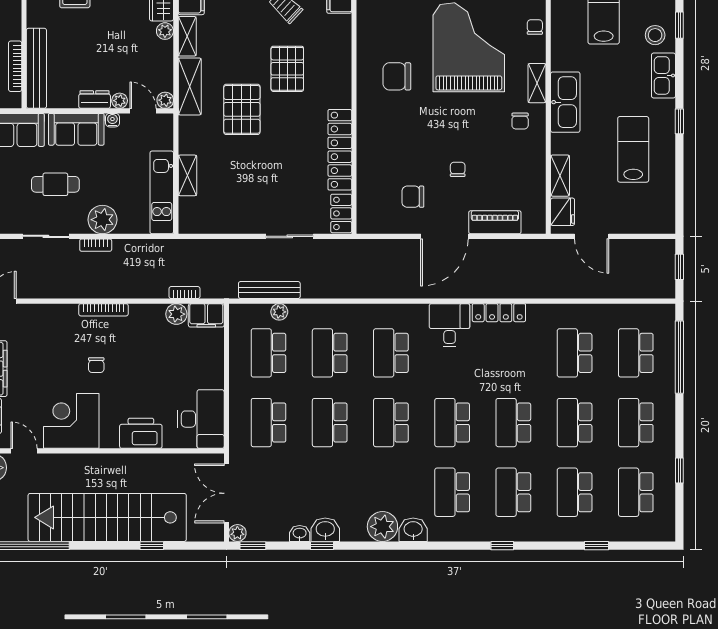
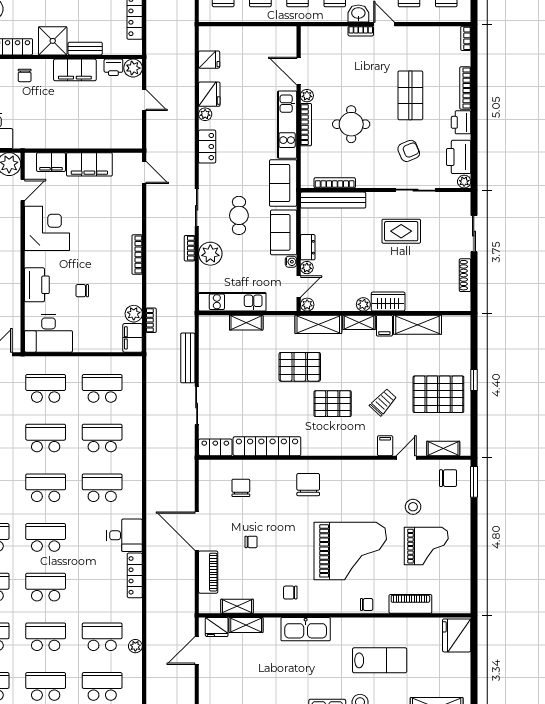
chair: (397, 76) -> (308, 485), moved
shelving: (537, 83) -> (237, 606), moved
lab bench: (633, 149) -> (267, 684), removed
chair: (413, 197) -> (241, 488), moved
bench: (269, 290) -> (188, 358), moved
plant: (279, 312) -> (135, 646), moved
chair: (96, 365) -> (82, 291), moved

